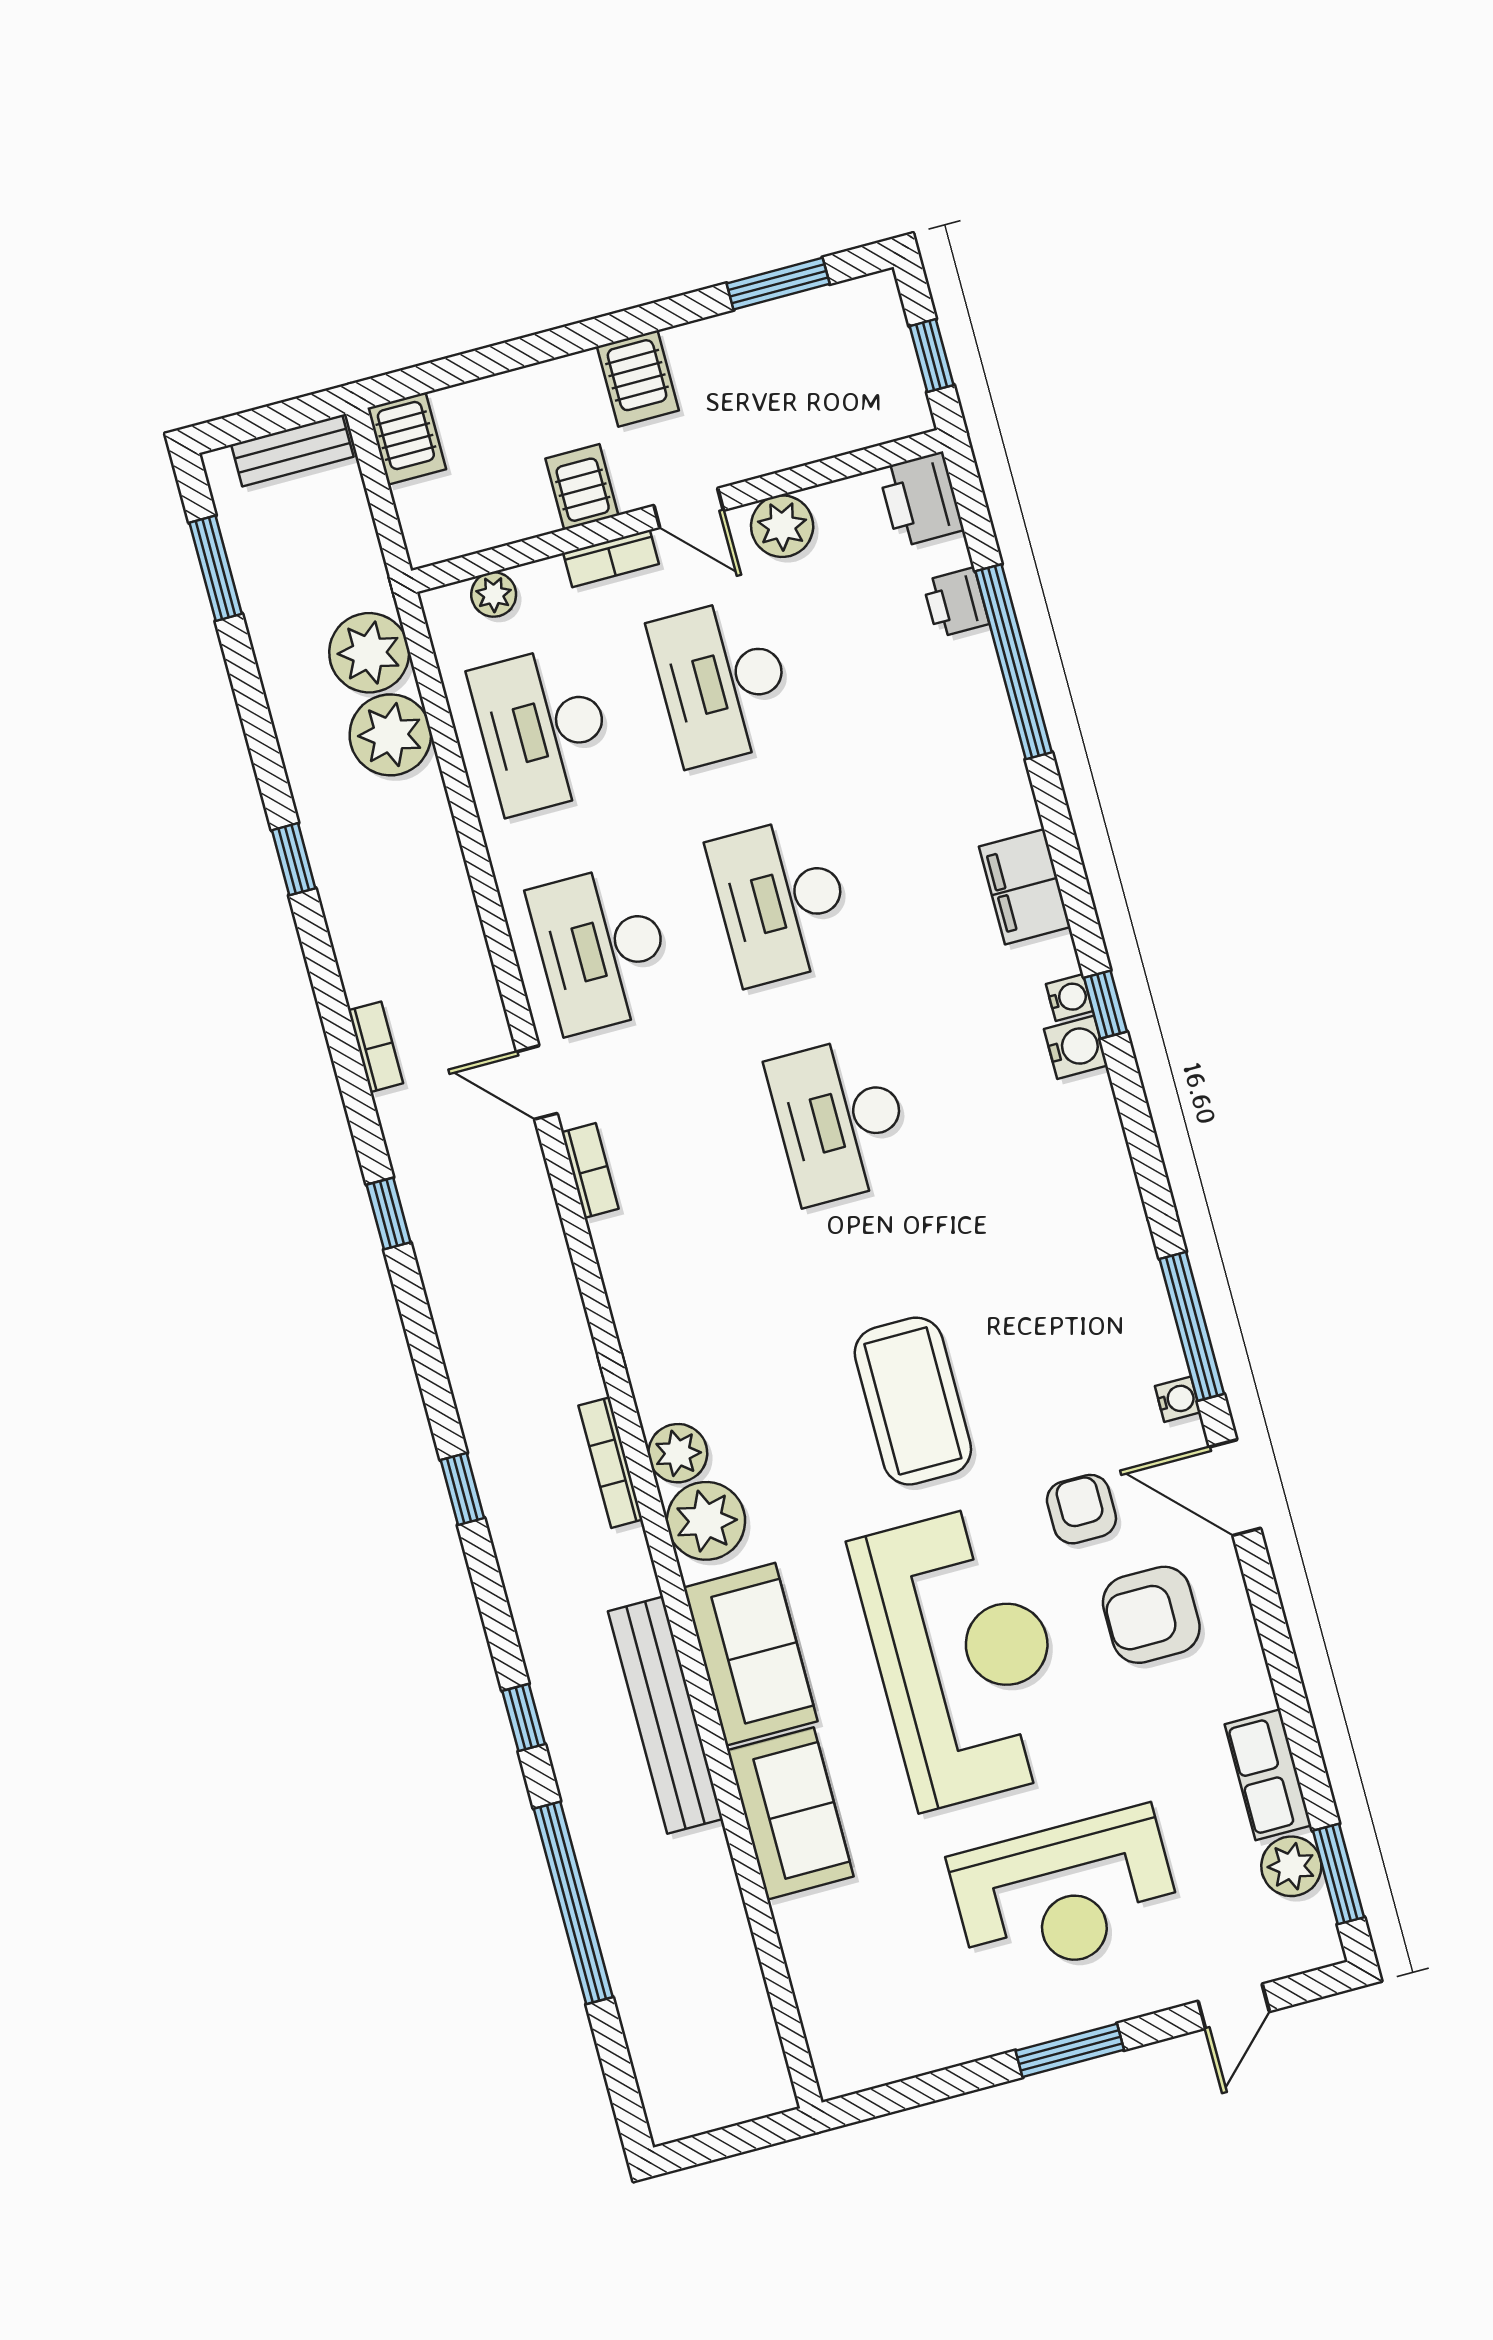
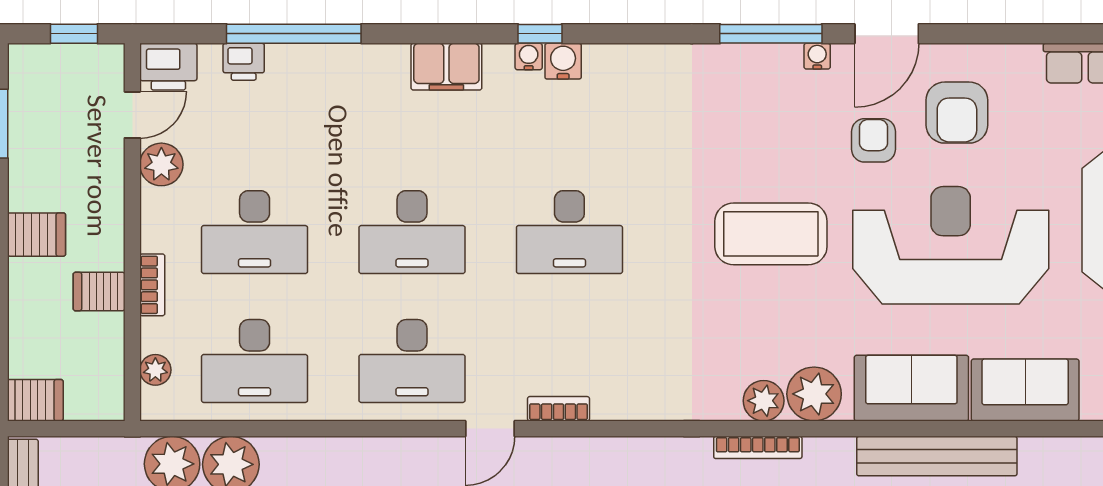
door: (689, 508) -> (132, 115), moved
armchair: (1081, 1509) -> (874, 140), turned 90

